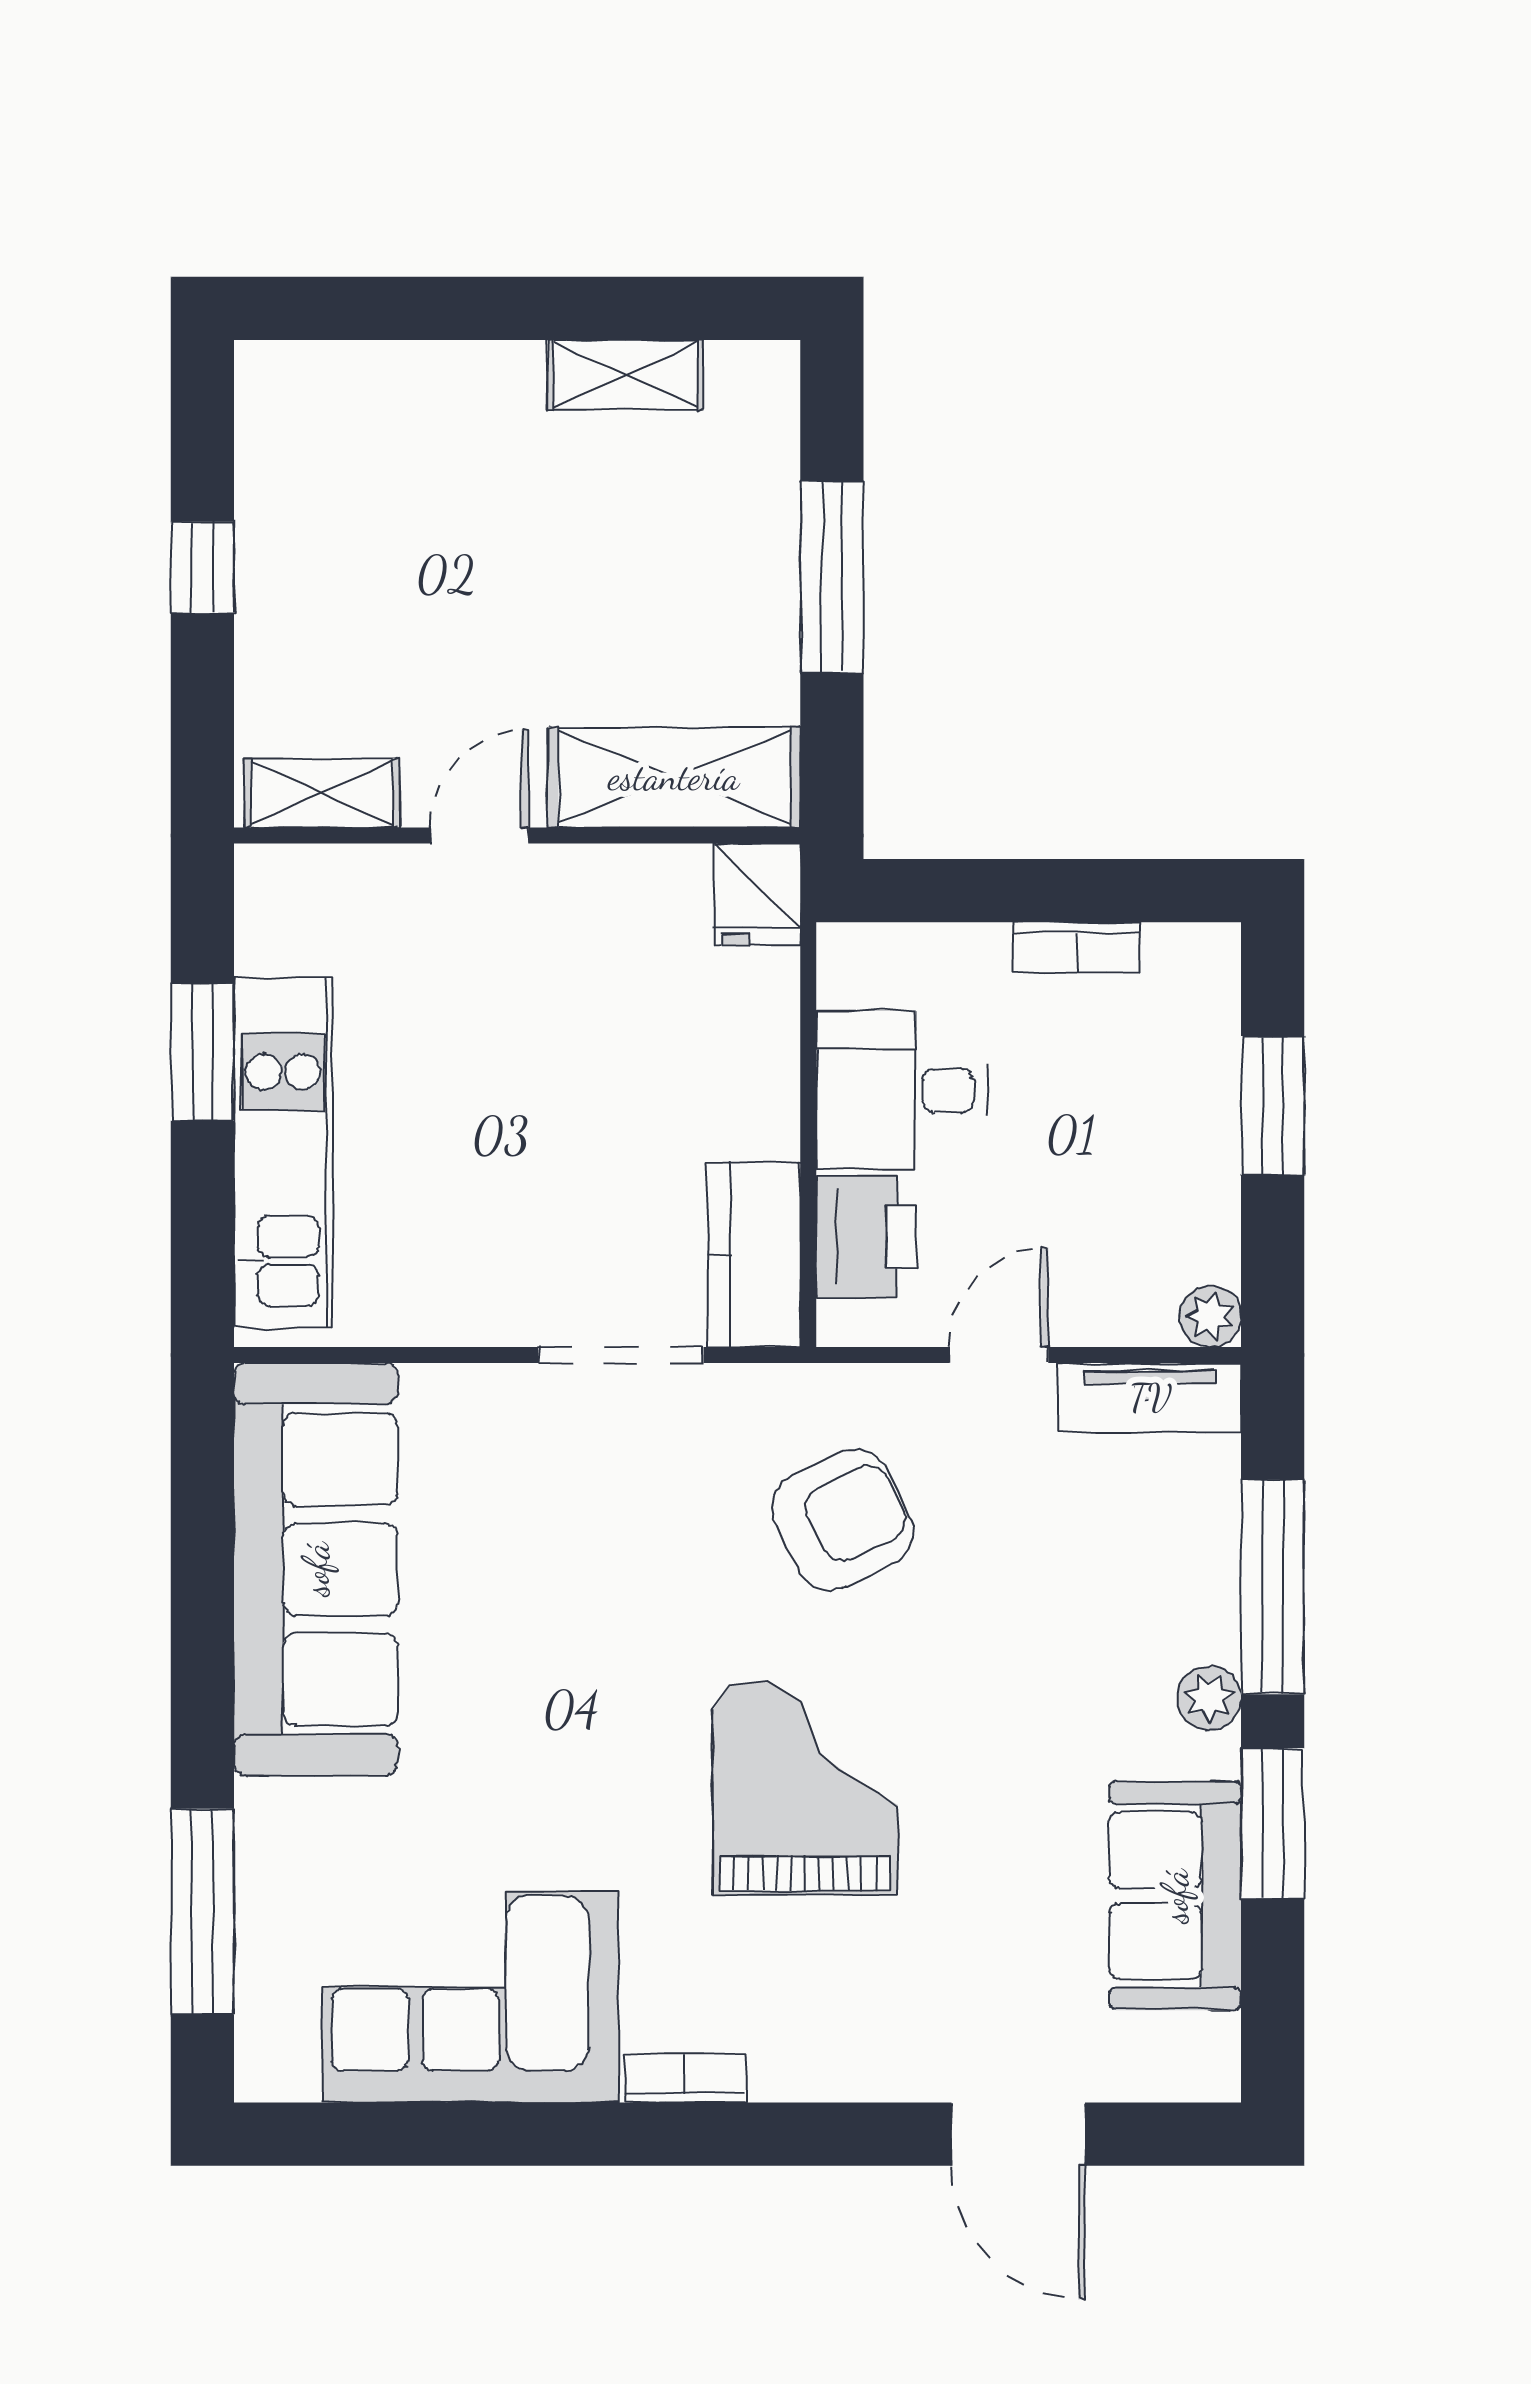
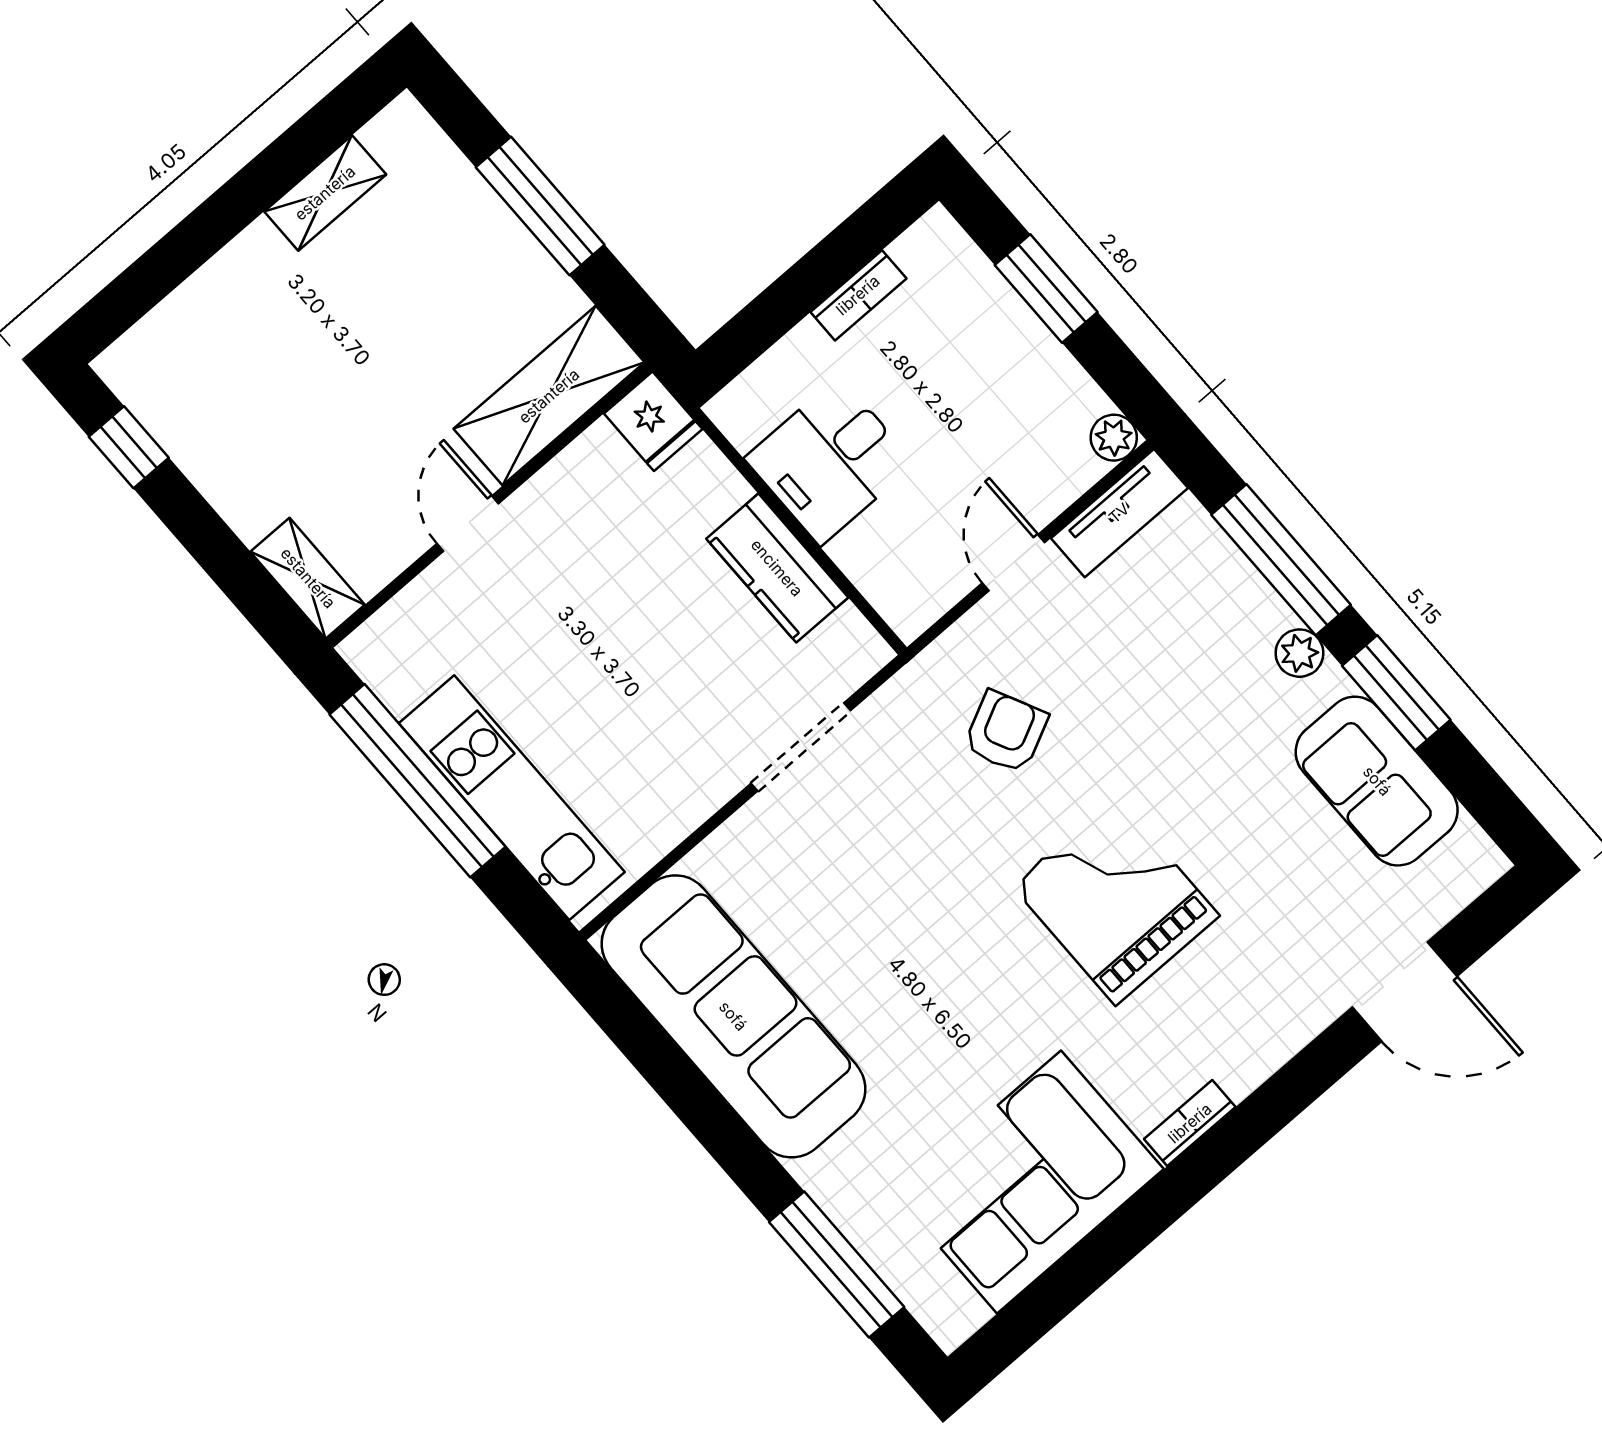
window: (202, 568) -> (129, 447), moved
shelving: (322, 793) -> (308, 578), moved, turned 90
window: (202, 1052) -> (417, 781), width x2.11
printer: (866, 1237) -> (881, 561), removed
kitchen counter: (754, 1255) -> (777, 568), moved
armchair: (842, 1520) -> (1006, 732), width x0.72, depth x0.72

